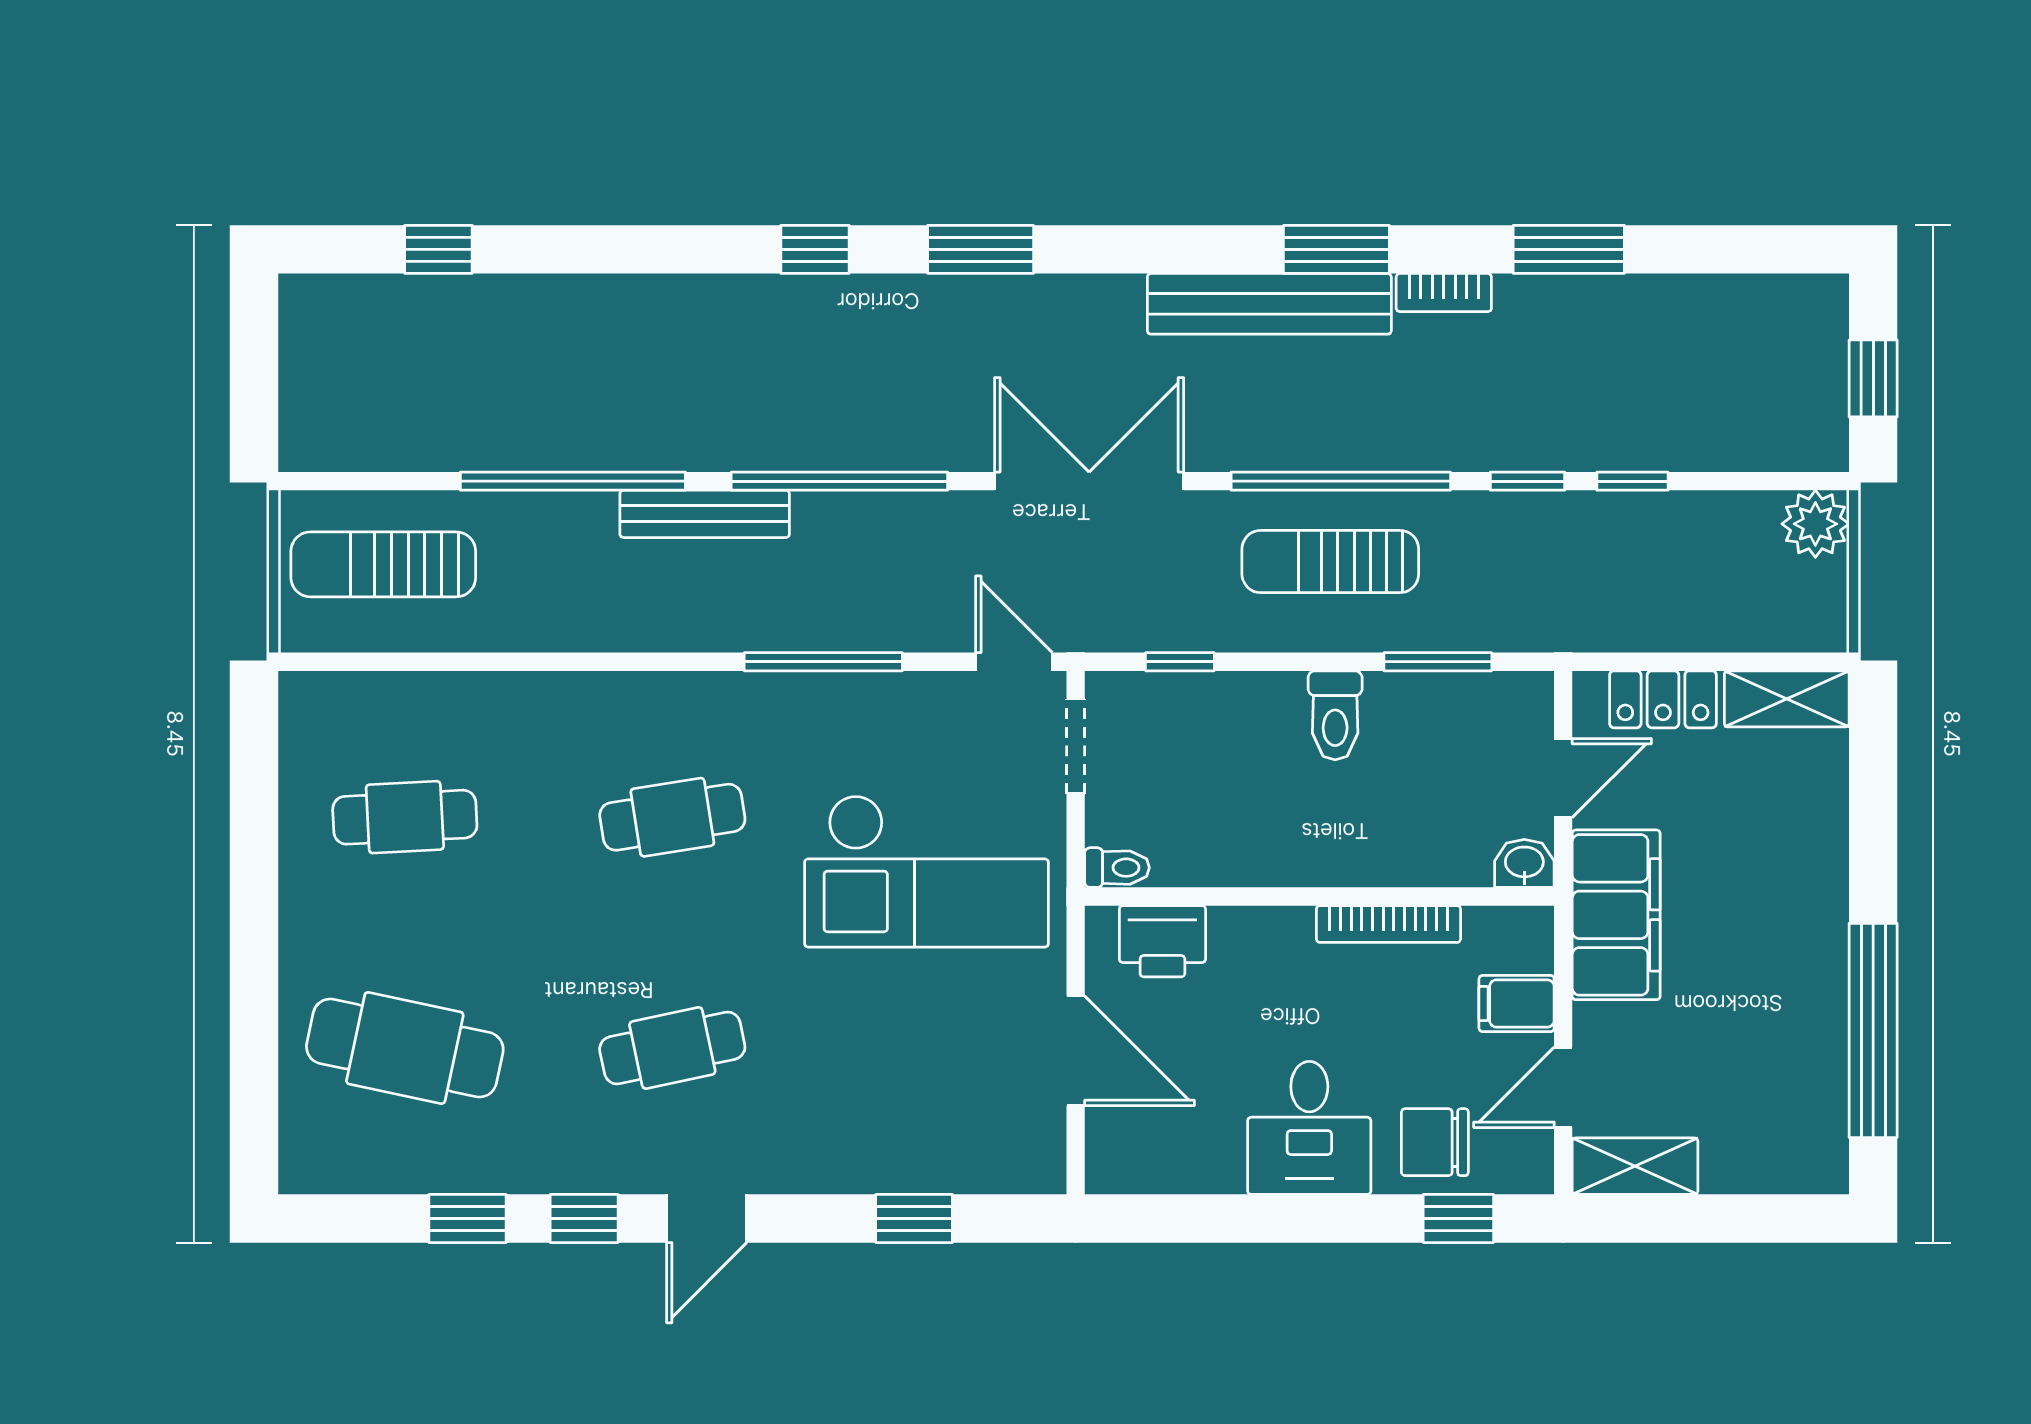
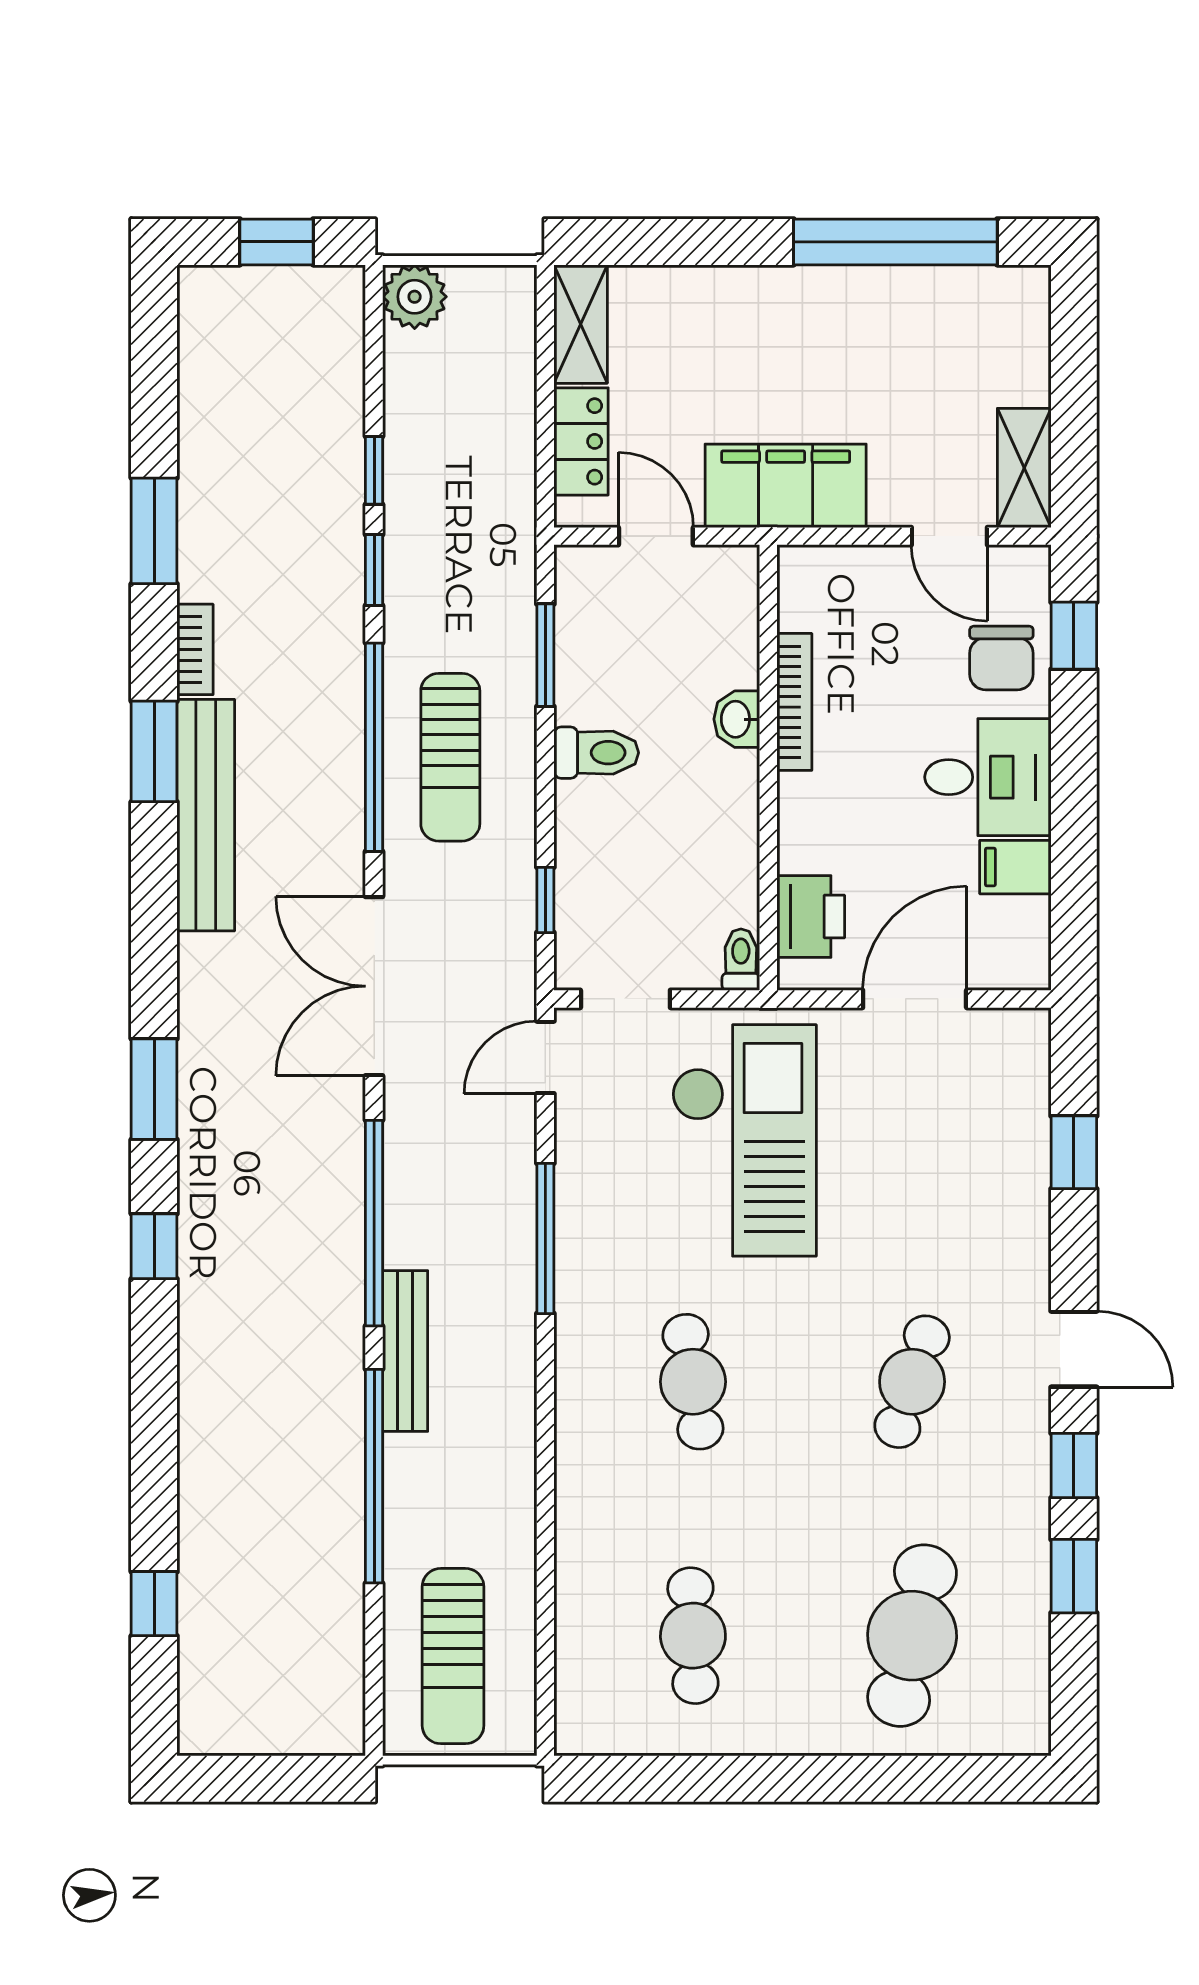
washbasin: (1524, 863) -> (737, 719), moved
filing cabinet: (1517, 1004) -> (1015, 867), moved, turned 90
cafe table: (672, 1048) -> (912, 1382), turned 30

